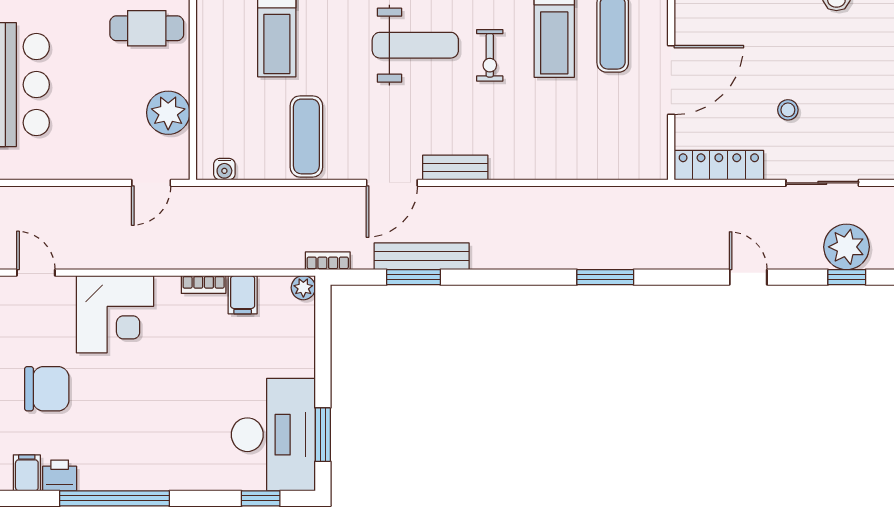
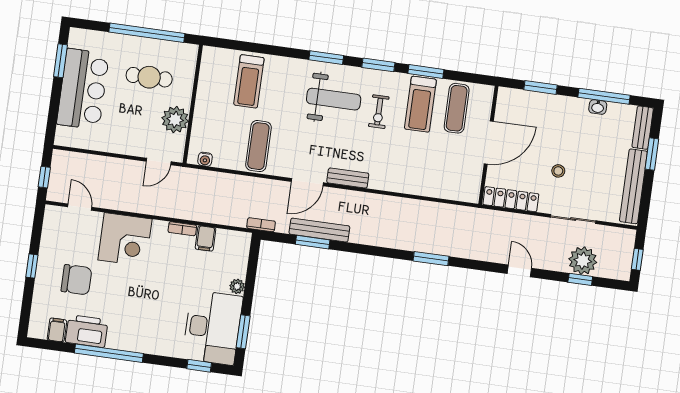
cafe table: (147, 28) -> (149, 77), moved
plant: (303, 288) -> (237, 286), moved
printer: (60, 475) -> (87, 331), width x1.87, depth x1.48

